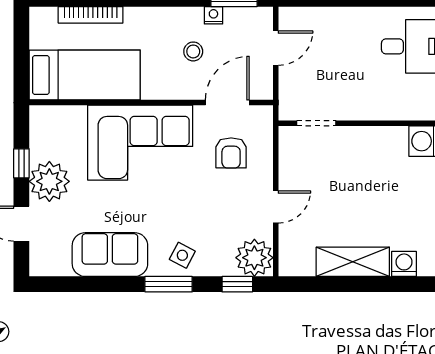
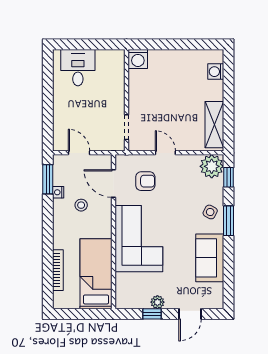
plant: (49, 181) -> (157, 302), width x0.53, depth x0.53
door: (276, 207) -> (165, 153), moved
shelving: (353, 262) -> (214, 125), moved

